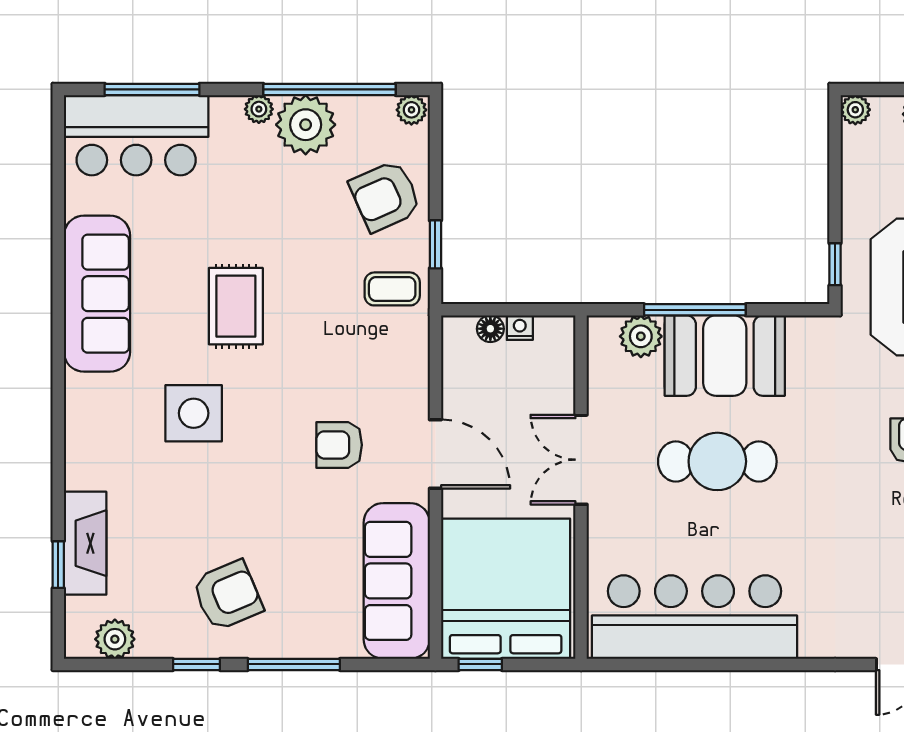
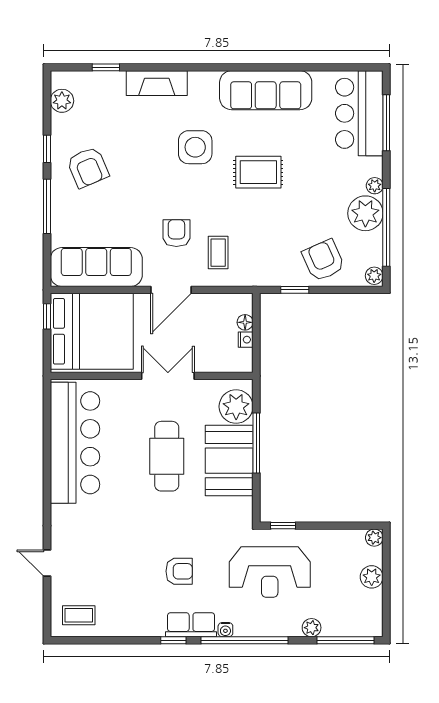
coffee table: (392, 289) -> (218, 253), moved
plant: (641, 336) -> (236, 407), width x1.36, depth x1.36
fireplace: (85, 543) -> (157, 83), moved

